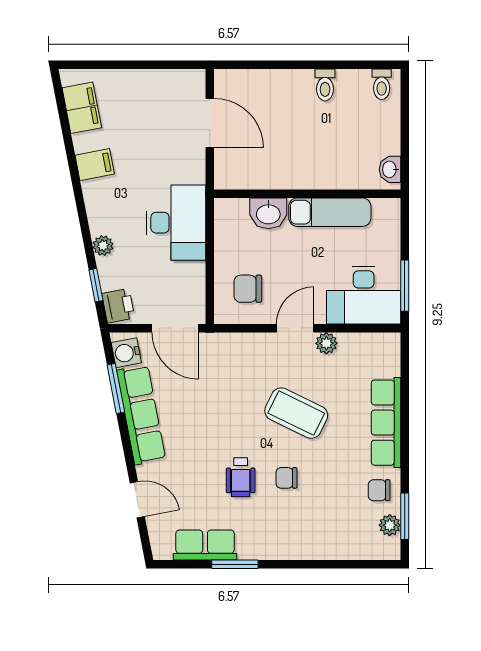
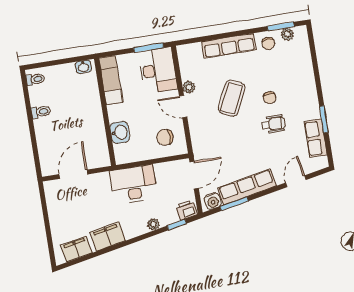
filing cabinet: (95, 165) -> (108, 236), width x2.00
exam couch: (330, 212) -> (111, 80), moved
chair: (248, 289) -> (165, 137), turned 90

